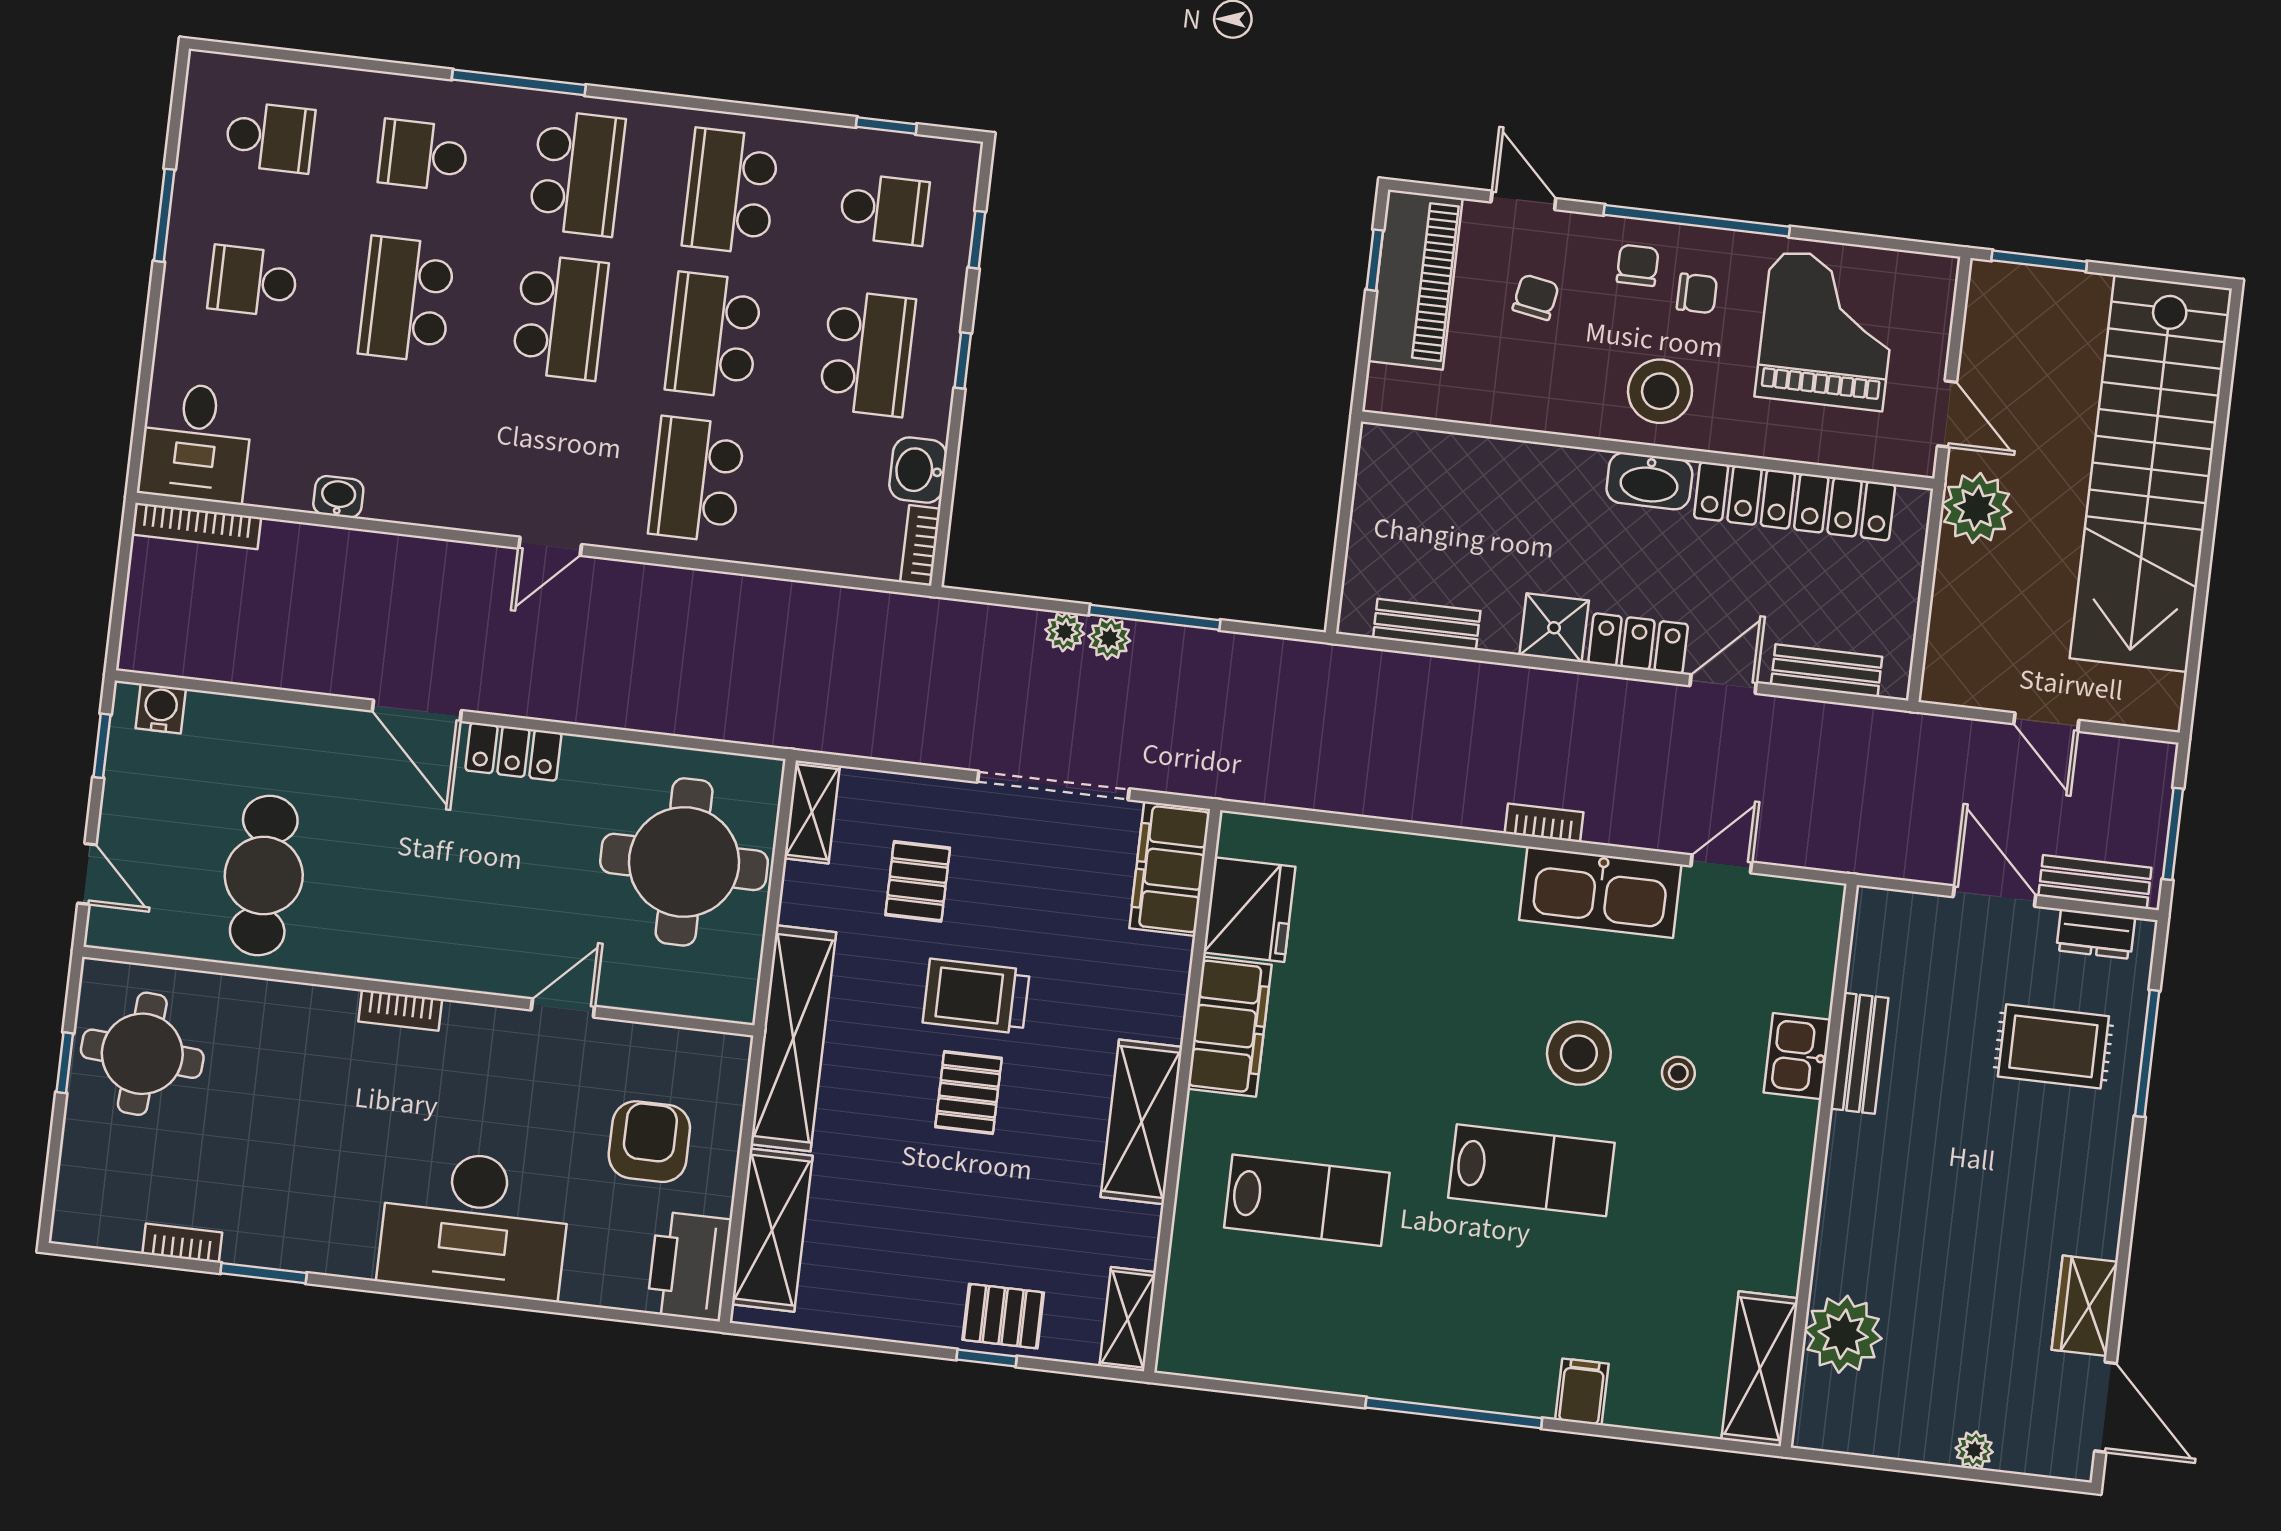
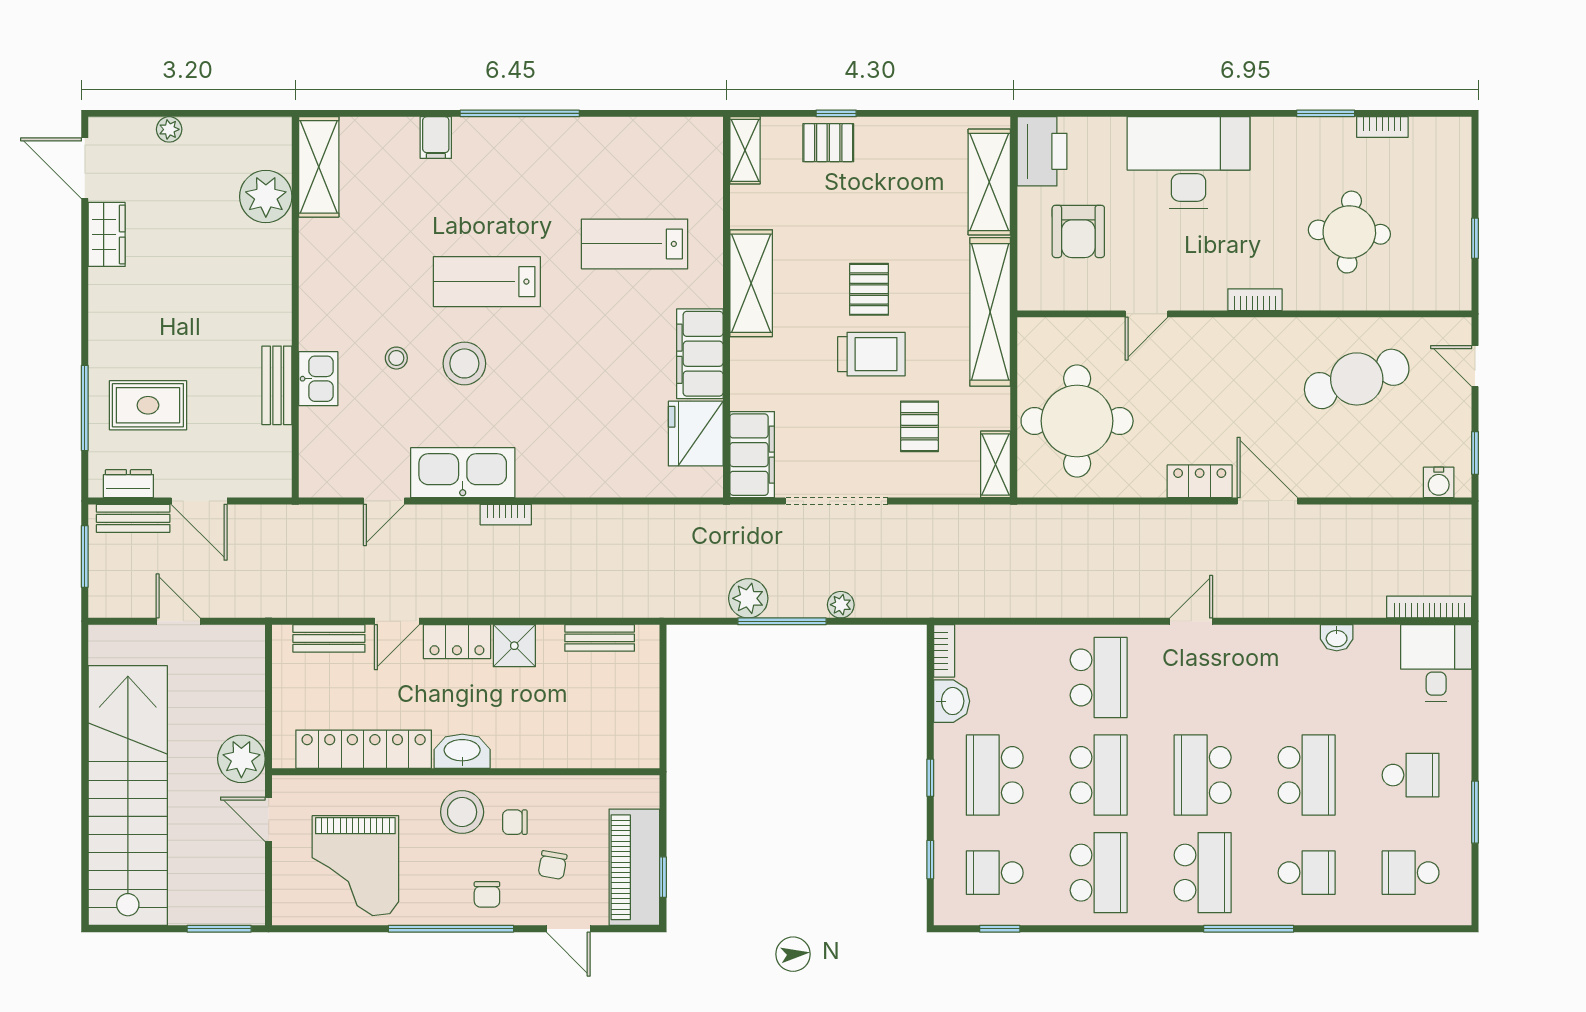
school desk: (577, 173) -> (1203, 873), turned 180
chair: (1697, 293) -> (515, 822), moved
plant: (1109, 638) -> (748, 598), moved, width x1.38, depth x1.38
cafe table: (264, 876) -> (1357, 379), turned 72
round table: (142, 1054) -> (1349, 232), moved

